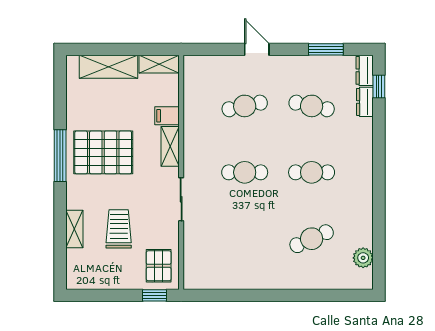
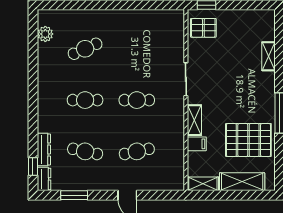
dresser: (365, 102) -> (44, 150), width x1.44
pallet: (103, 152) -> (248, 140), moved
trolley: (119, 229) -> (234, 56), removed
pallet: (159, 266) -> (203, 28), turned 90

